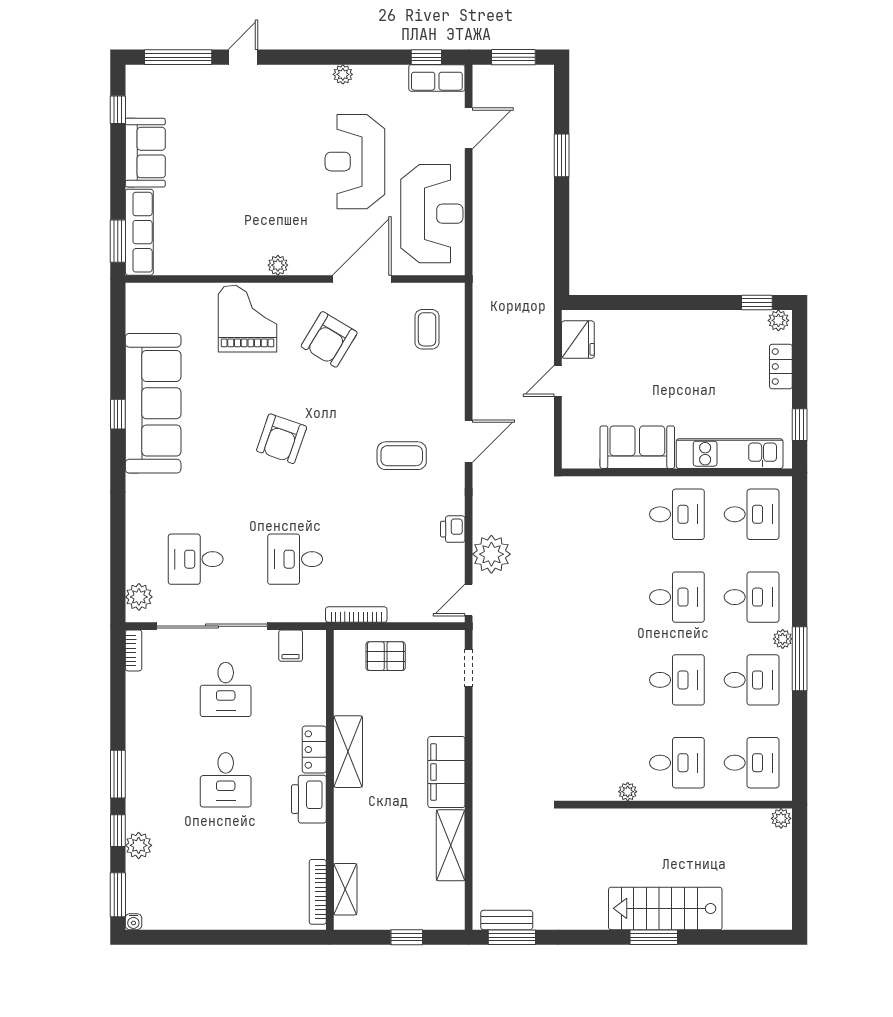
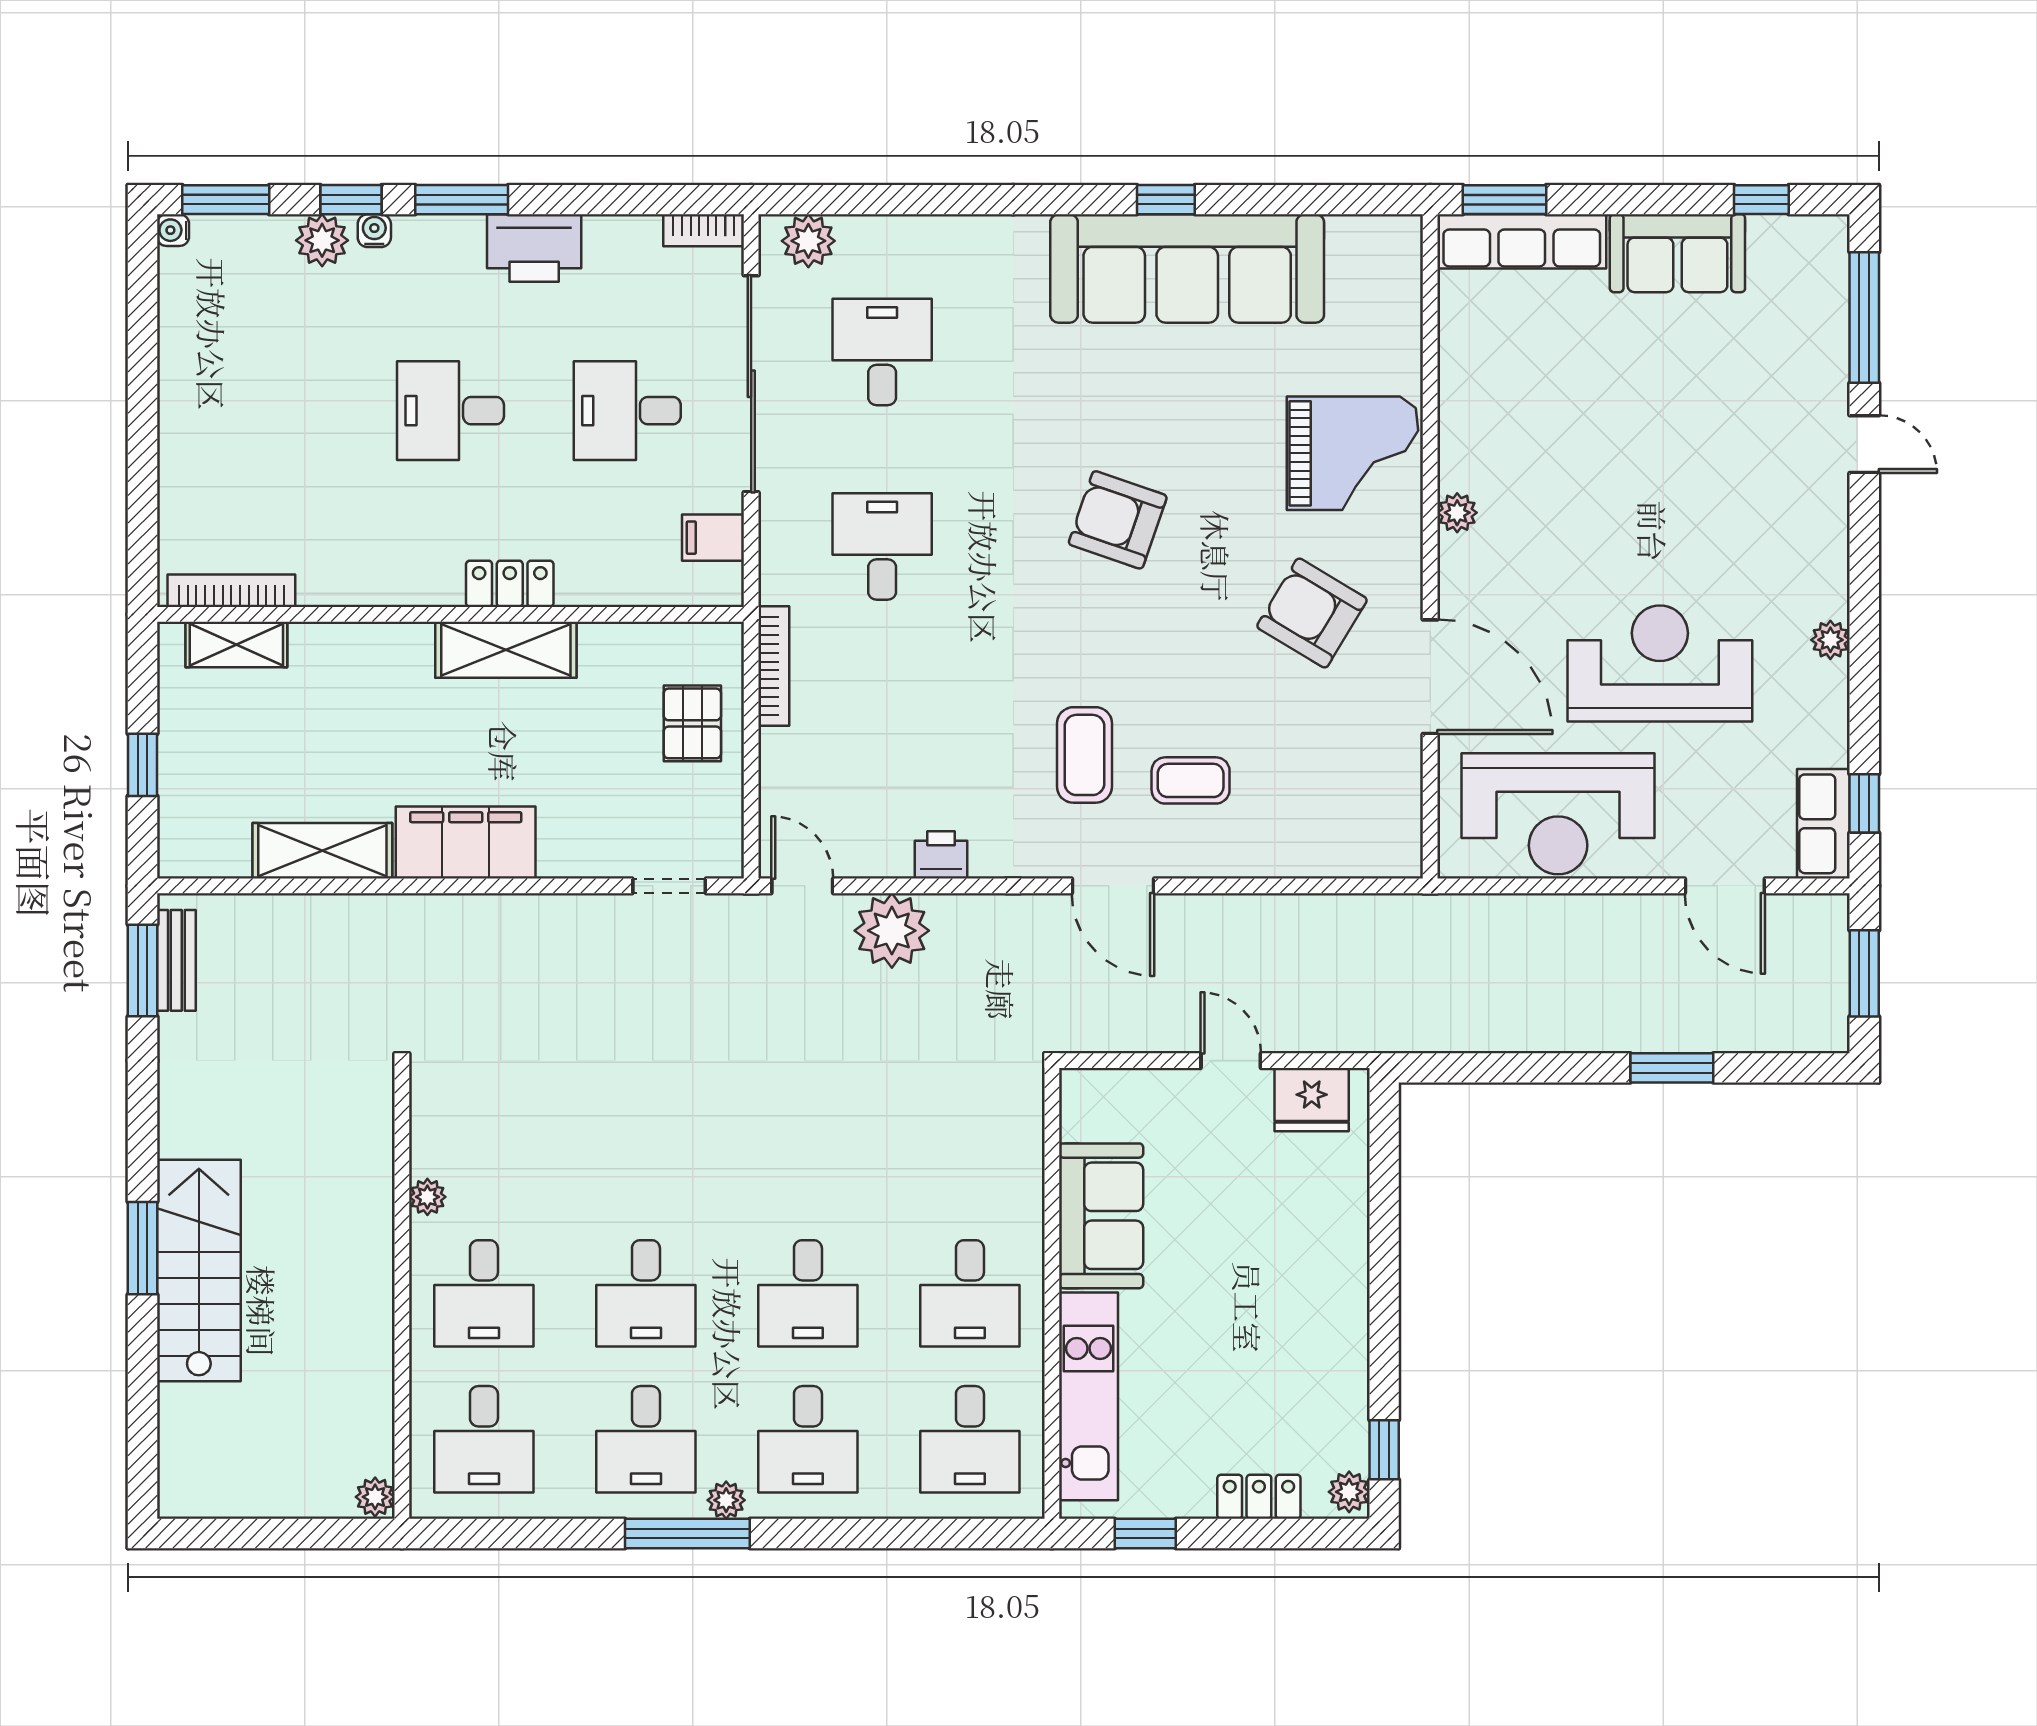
coffee table: (427, 329) -> (1191, 780), moved
printer: (309, 799) -> (534, 248), moved, turned 180
water cooler: (134, 819) -> (374, 231), added

